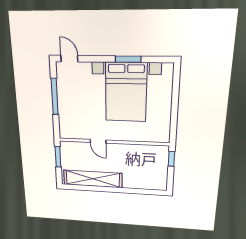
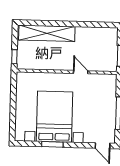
shelving: (93, 179) -> (47, 33), moved

